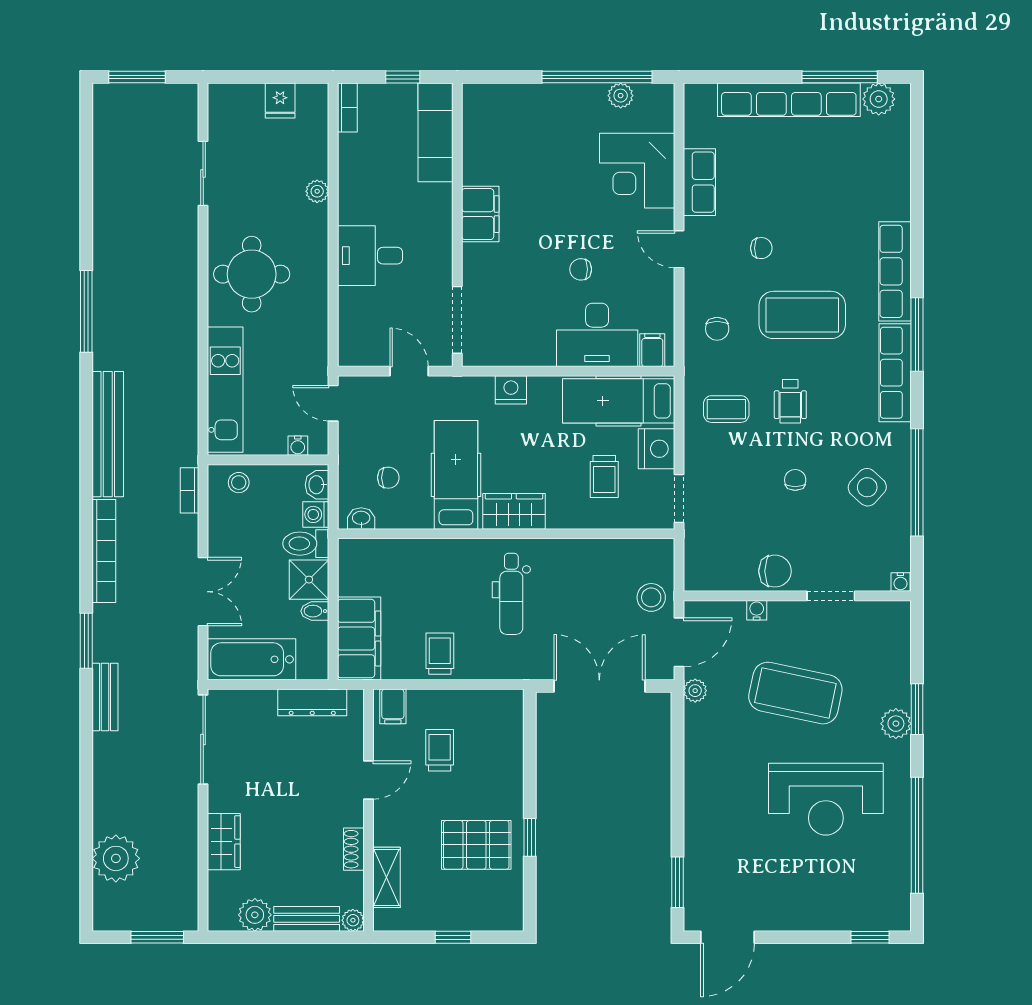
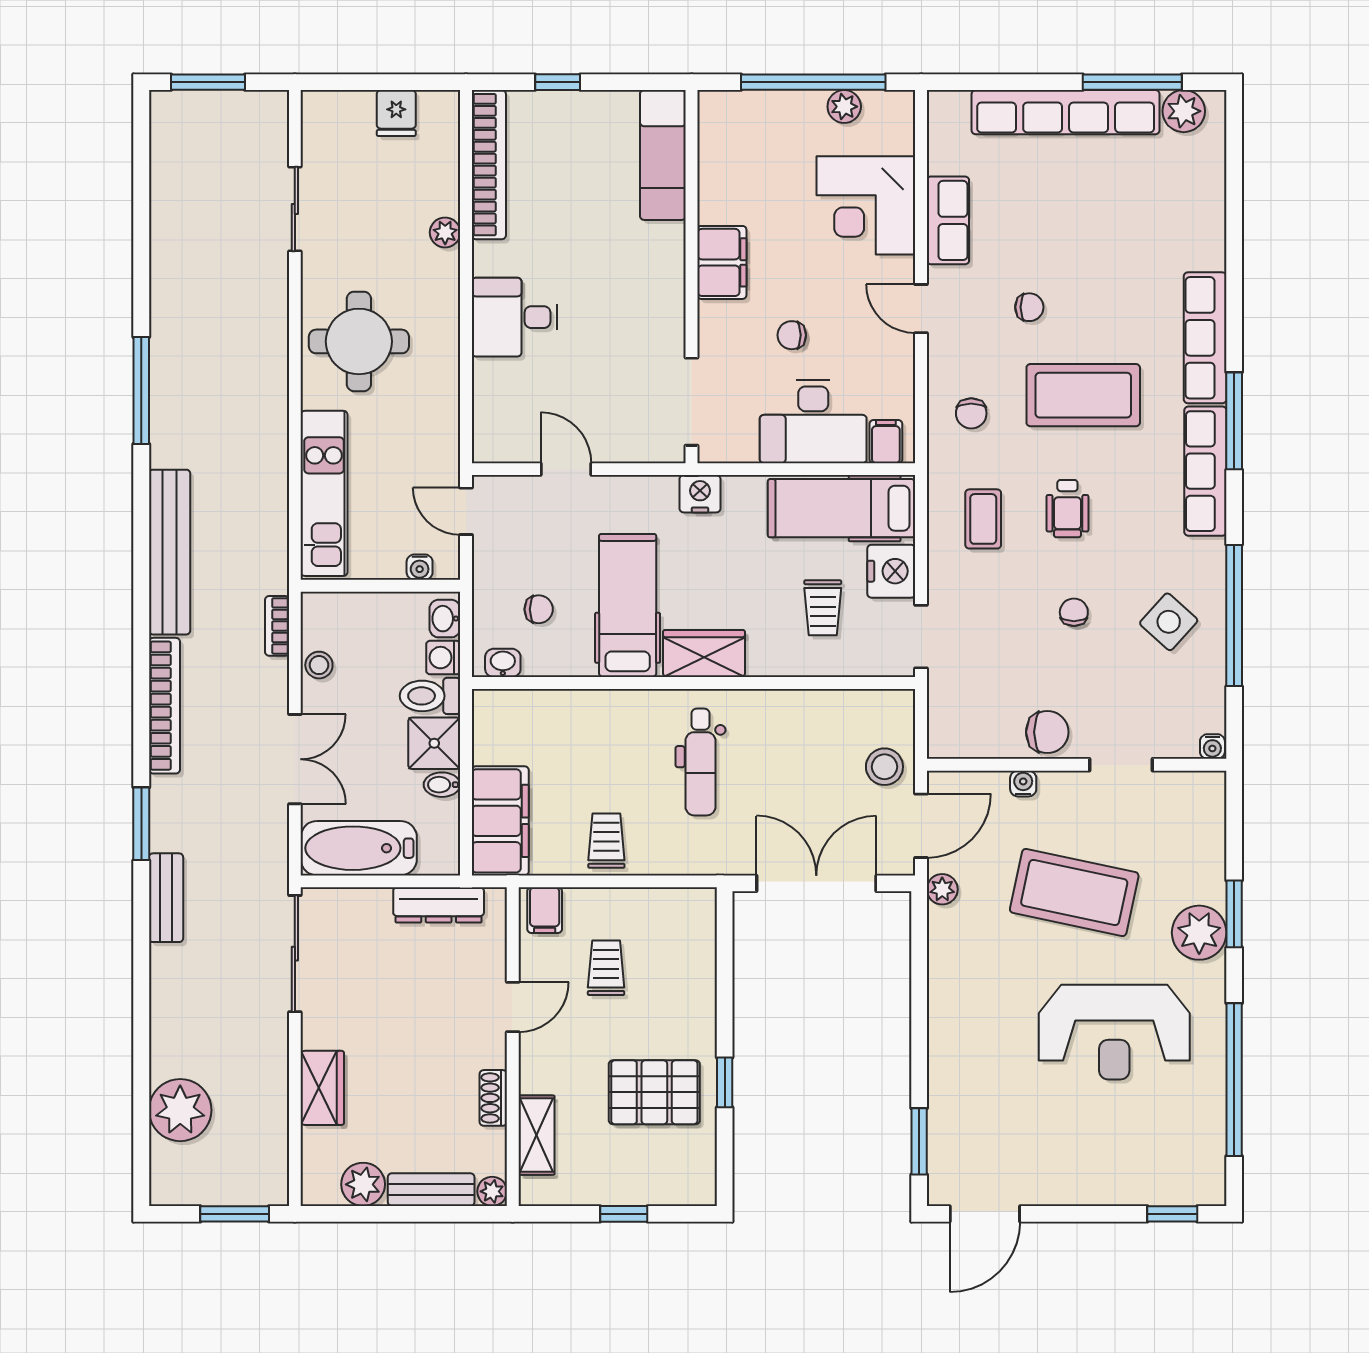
bookcase: (347, 107) -> (489, 165), width x2.31, depth x1.31
exam couch: (435, 132) -> (663, 155), moved
filing cabinet: (480, 214) -> (722, 262), moved
wall: (457, 225) -> (692, 277), moved
doorway: (457, 320) -> (692, 402), moved
coffee table: (726, 409) -> (983, 519), turned 90
stool: (239, 483) -> (319, 665), moved
plant: (896, 724) -> (1199, 933), width x1.36, depth x1.36

